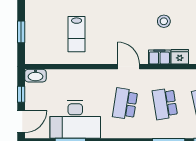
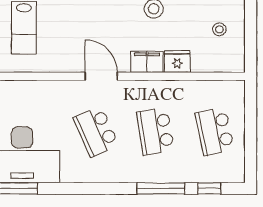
school desk: (125, 104) -> (96, 131), turned -33

